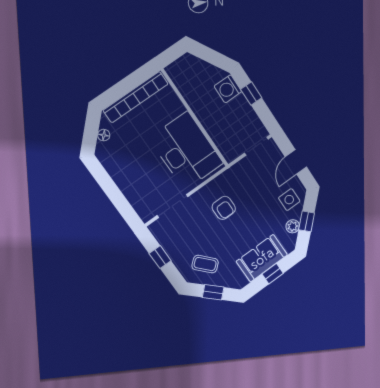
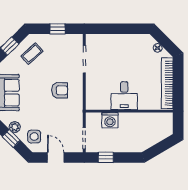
washing machine: (228, 89) -> (110, 120), moved, turned 180
window: (251, 93) -> (106, 157), moved
desk: (186, 151) -> (124, 96), width x0.53, depth x0.77
armchair: (224, 208) -> (60, 90), turned 180

